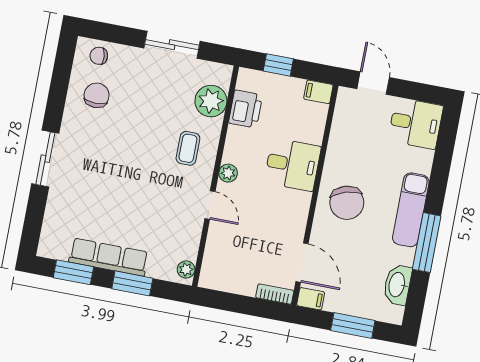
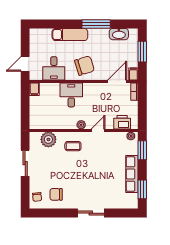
window: (278, 65) -> (25, 111), removed
printer: (245, 109) -> (122, 122), moved
desk: (416, 123) -> (54, 68), moved, turned 180
exam couch: (411, 210) -> (70, 35), moved
window: (132, 283) -> (142, 150), moved

